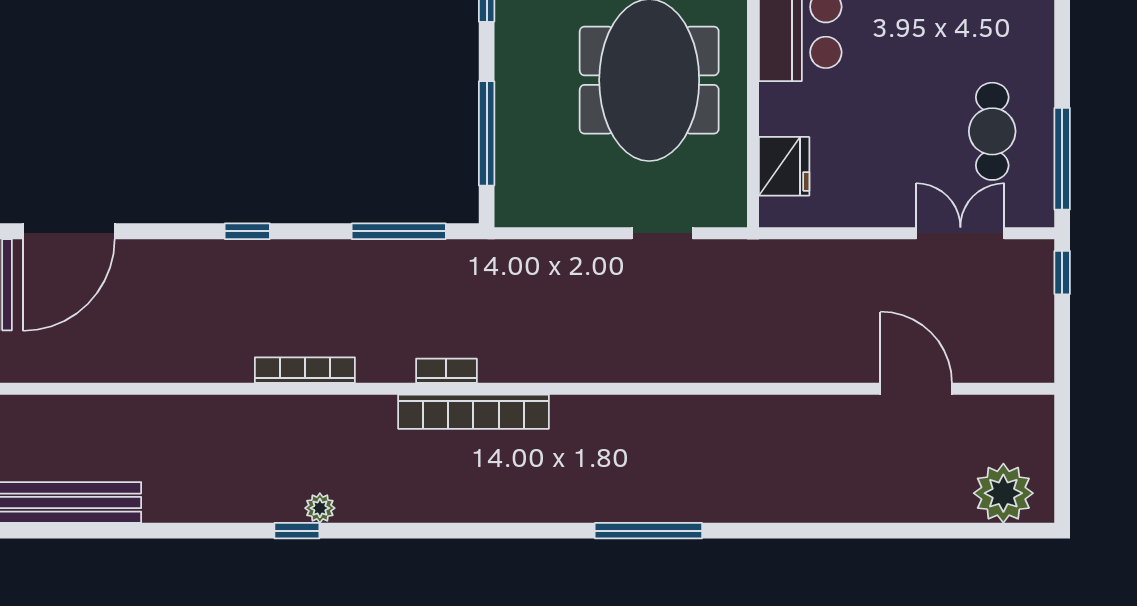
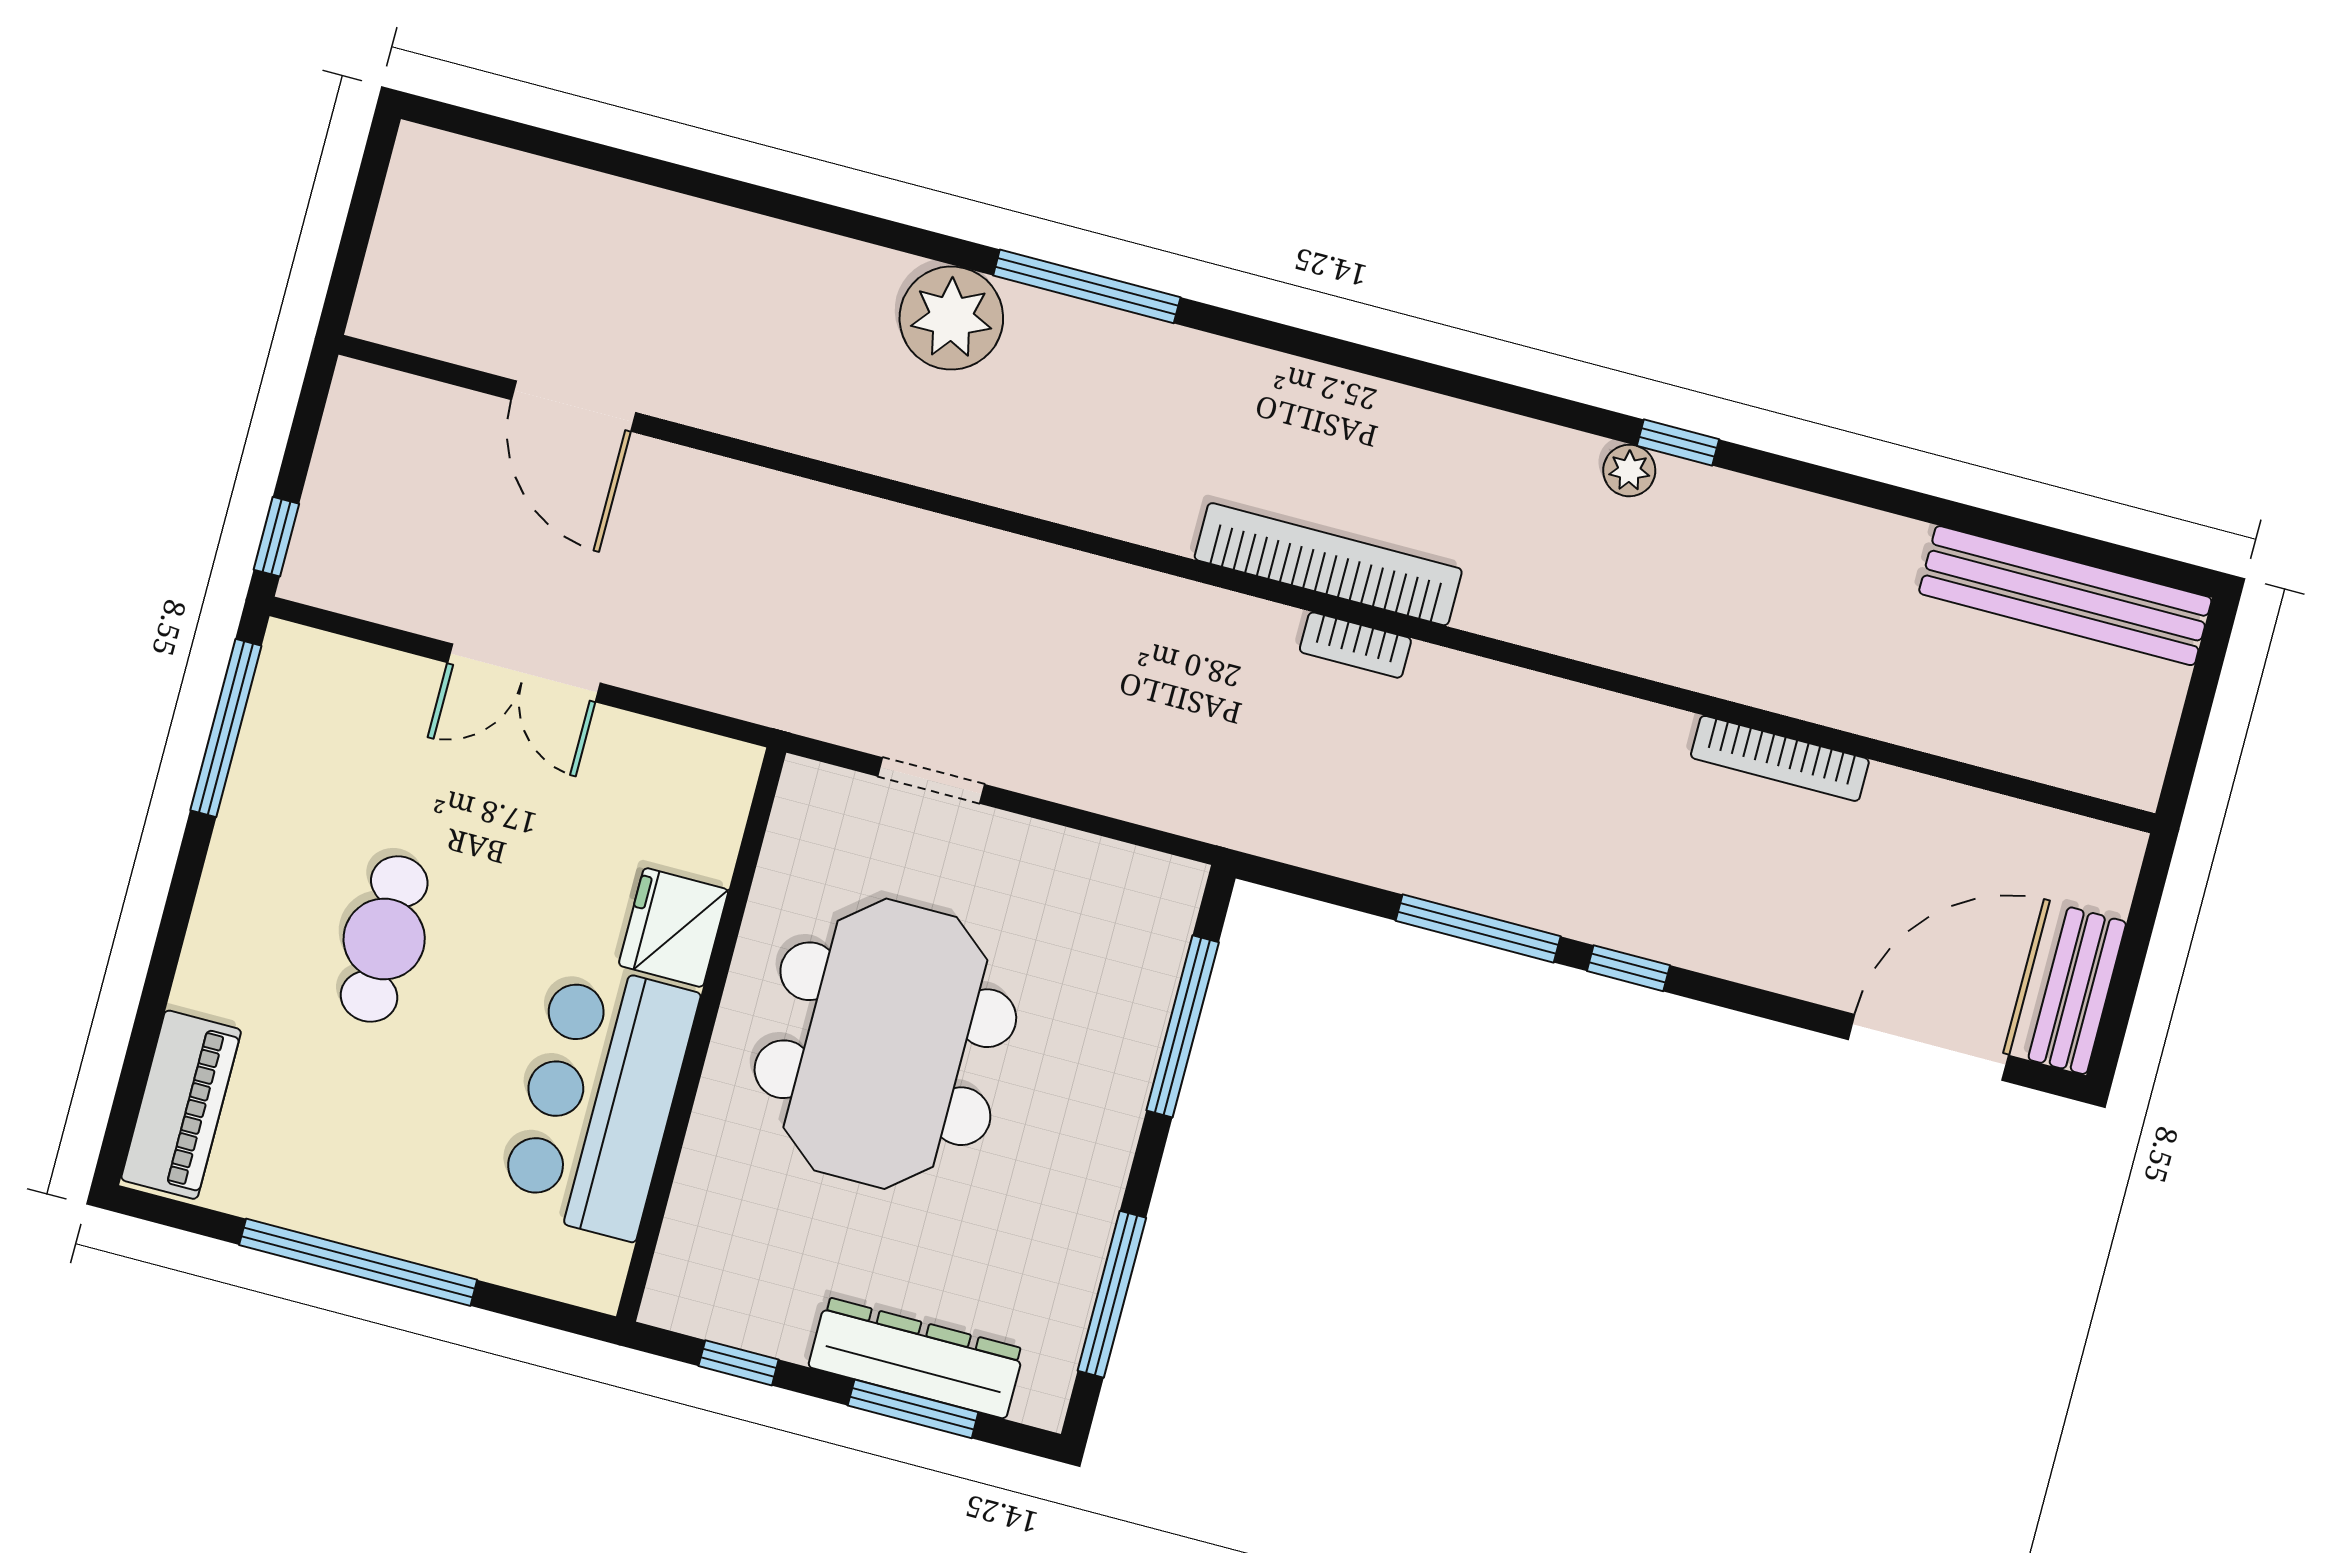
cafe table: (992, 131) -> (384, 939), moved
fridge: (784, 166) -> (674, 928), moved
window: (399, 231) -> (1478, 929), moved
double door: (960, 233) -> (524, 673), moved
bookcase: (305, 370) -> (1780, 758), moved
plant: (1003, 493) -> (951, 318), moved

